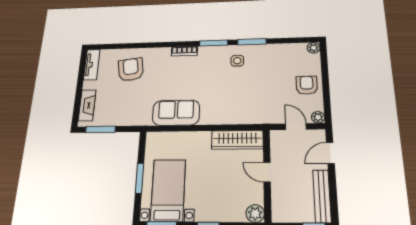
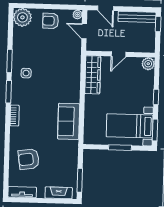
plant: (314, 48) -> (22, 17), width x1.88, depth x1.88
door: (296, 127) -> (84, 31), hinge flipped

